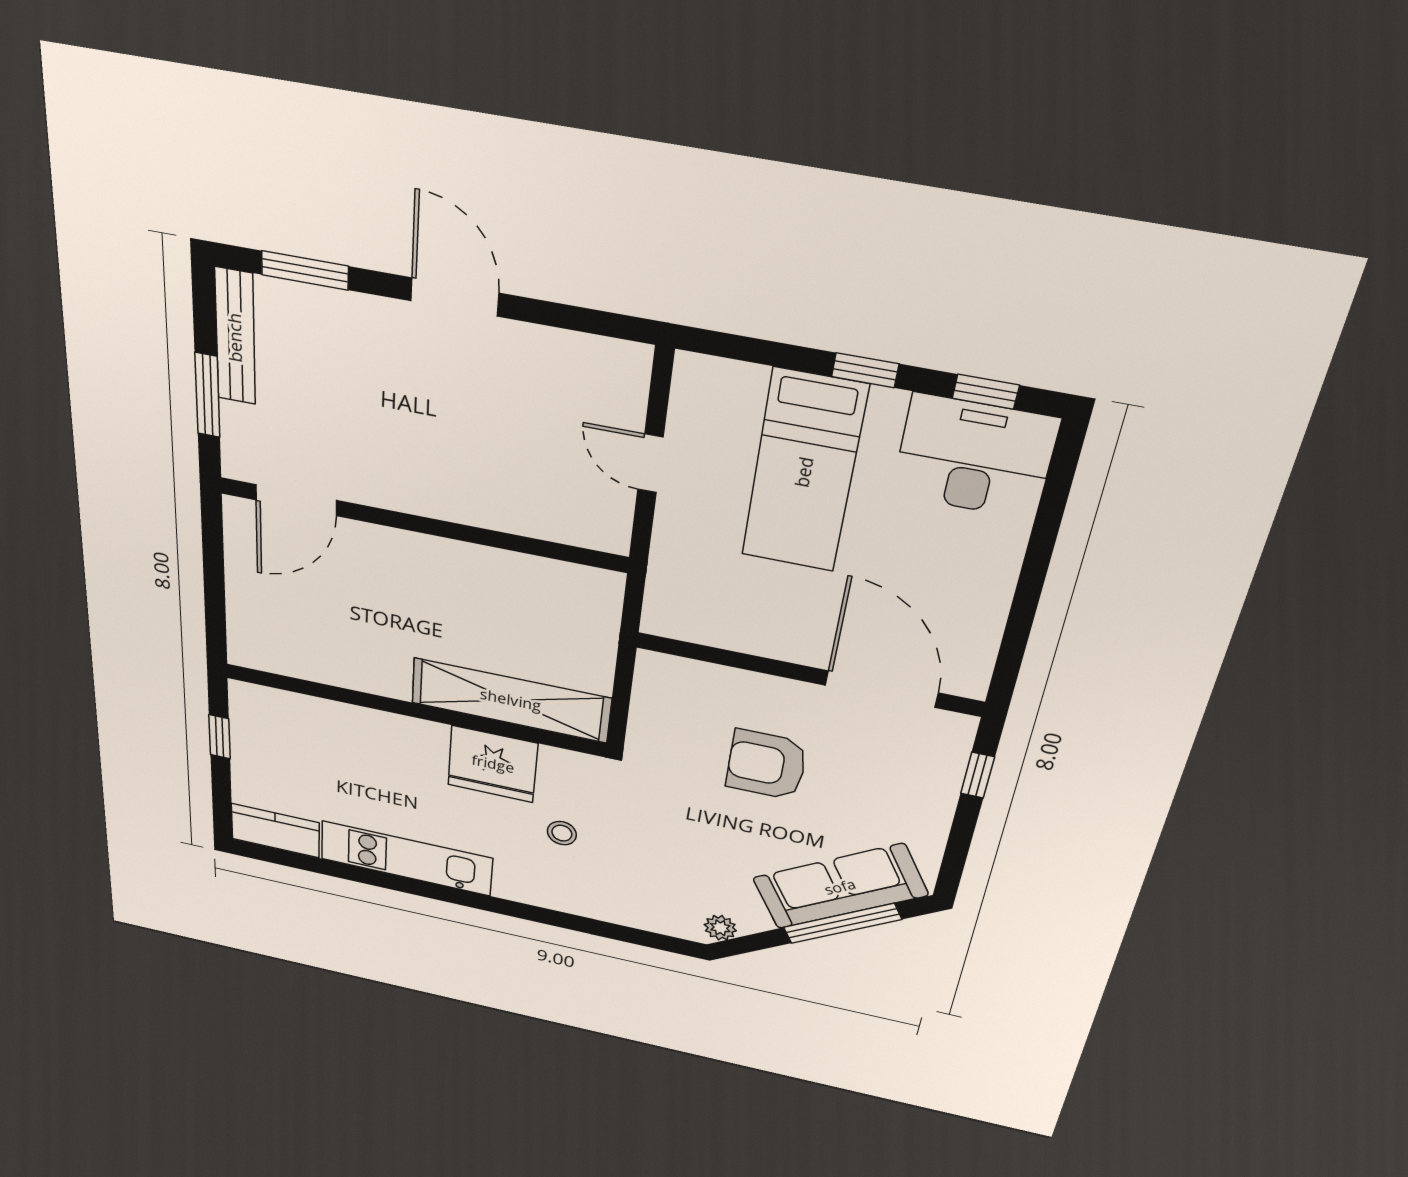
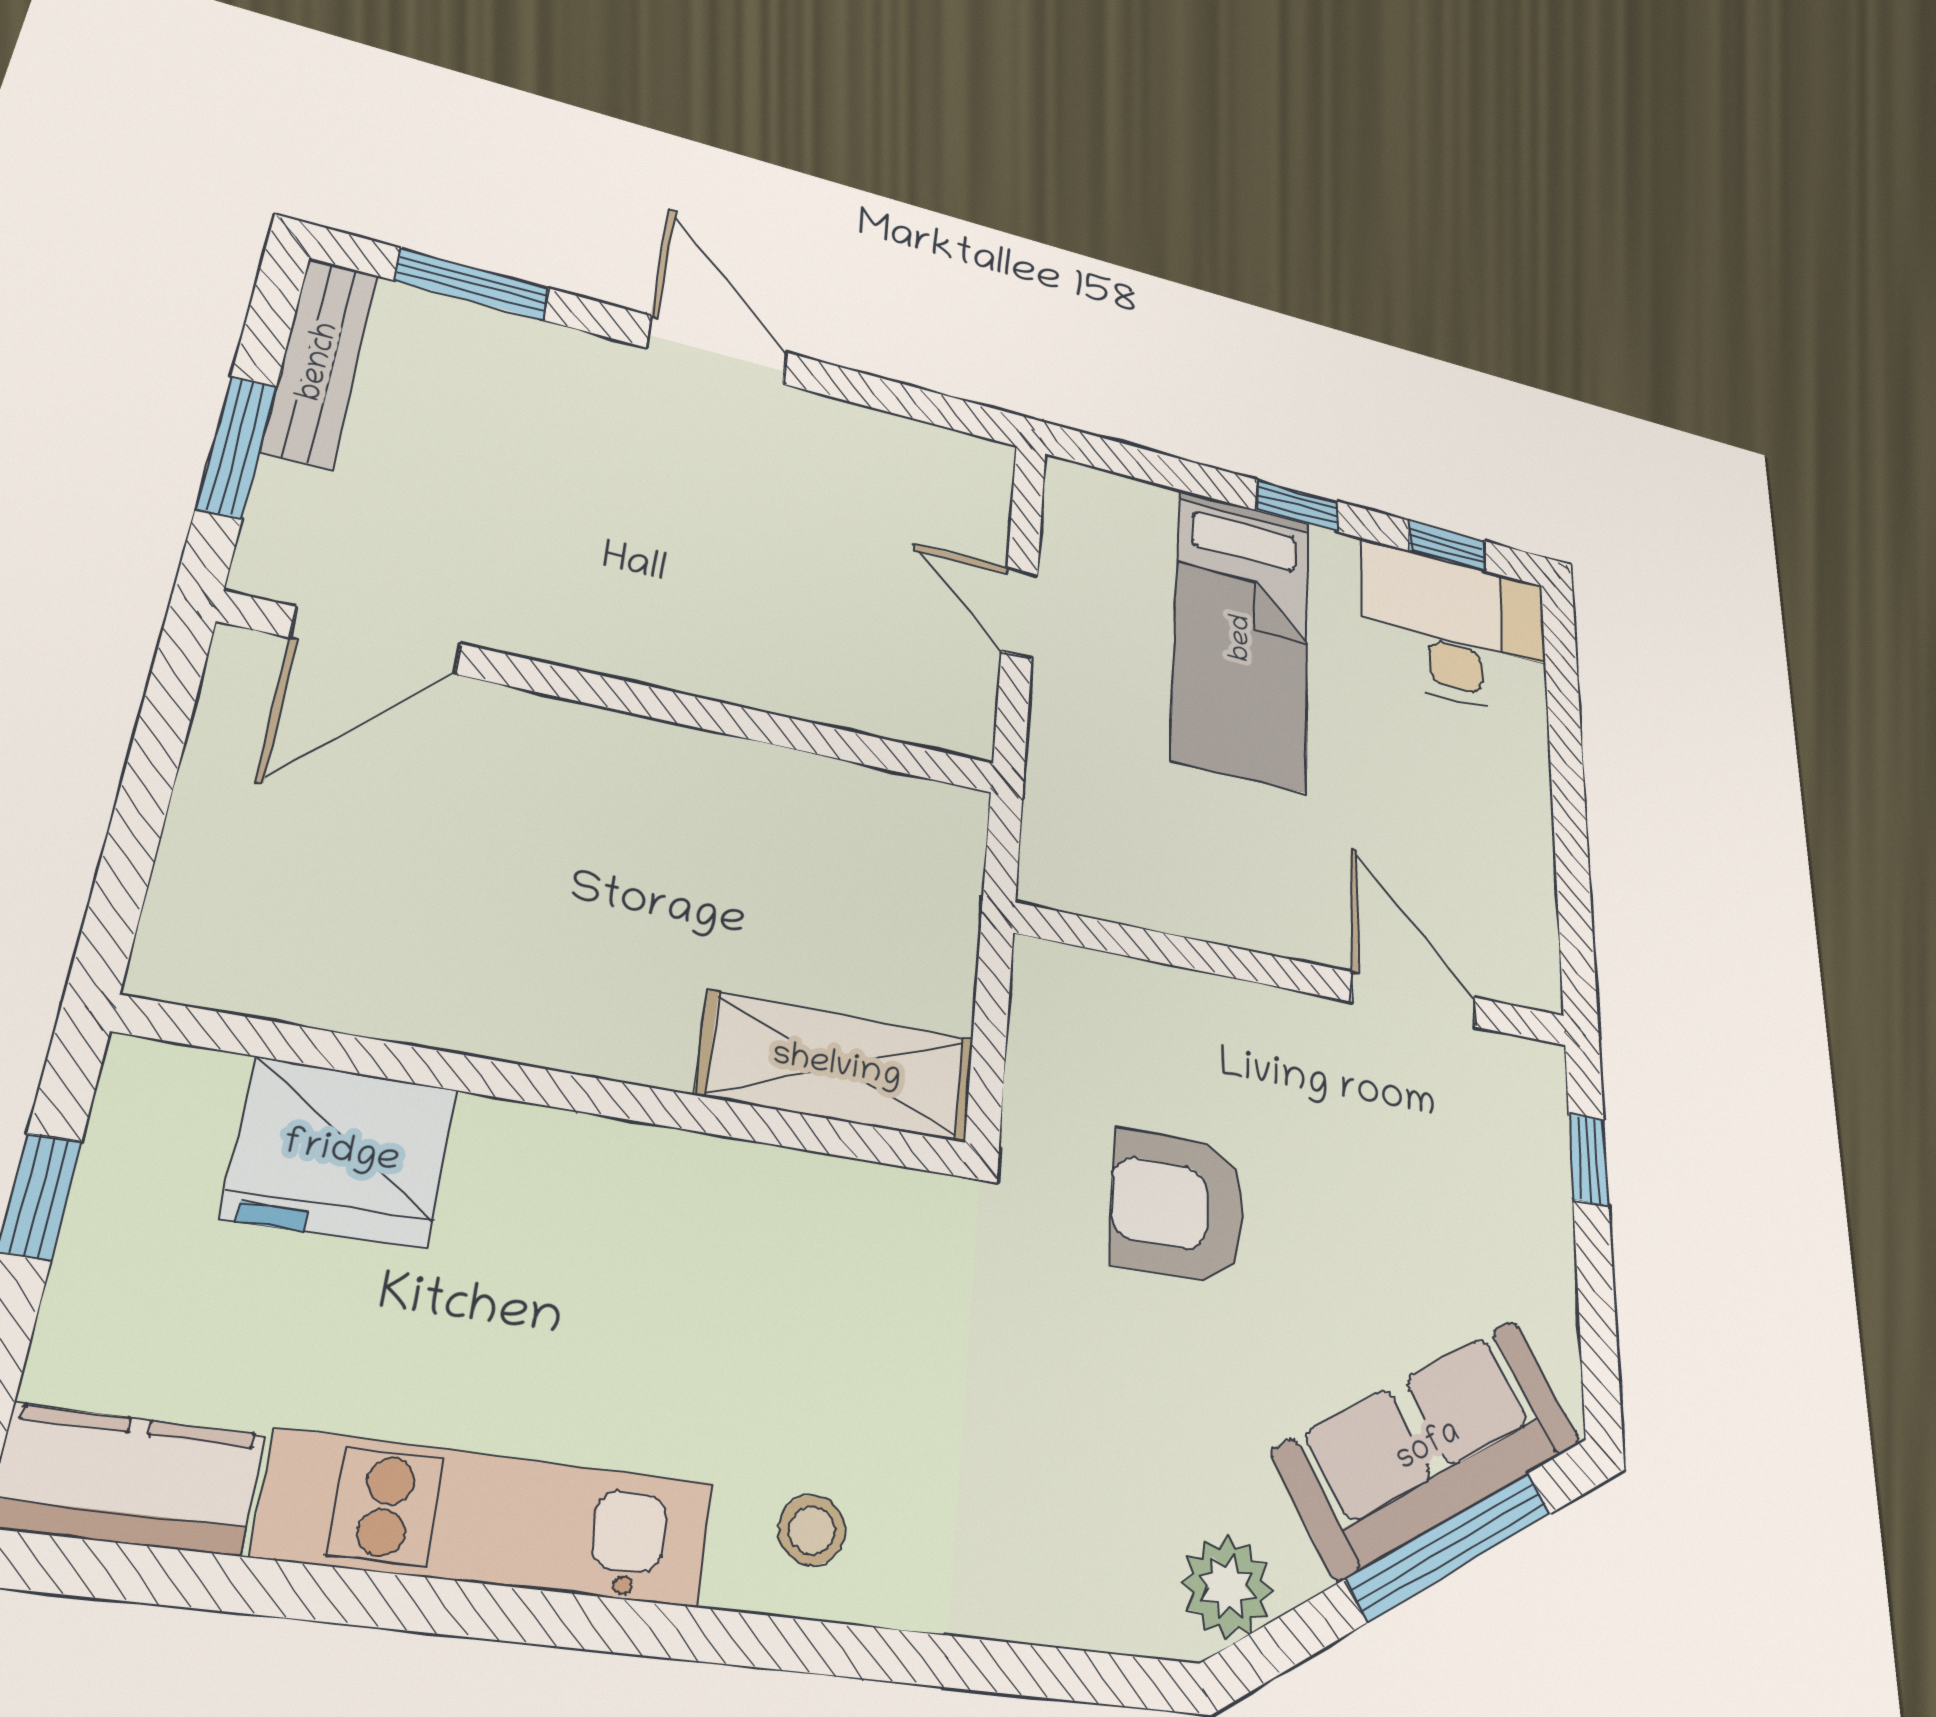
door: (881, 689) -> (1414, 1000), width x0.73
shelving: (511, 700) -> (837, 1067), width x0.68
fridge: (493, 764) -> (341, 1153), moved
armchair: (766, 765) -> (1178, 1206), moved
stool: (562, 833) -> (812, 1530), moved
plant: (720, 928) -> (1227, 1587), width x1.38, depth x1.38

